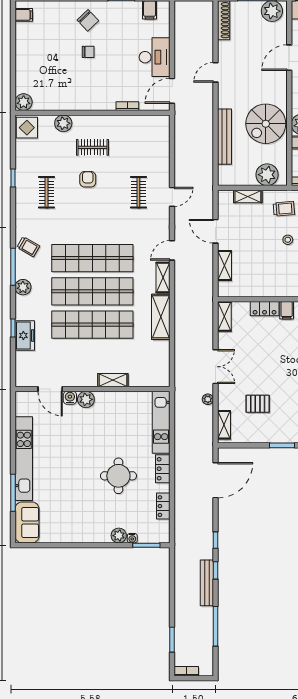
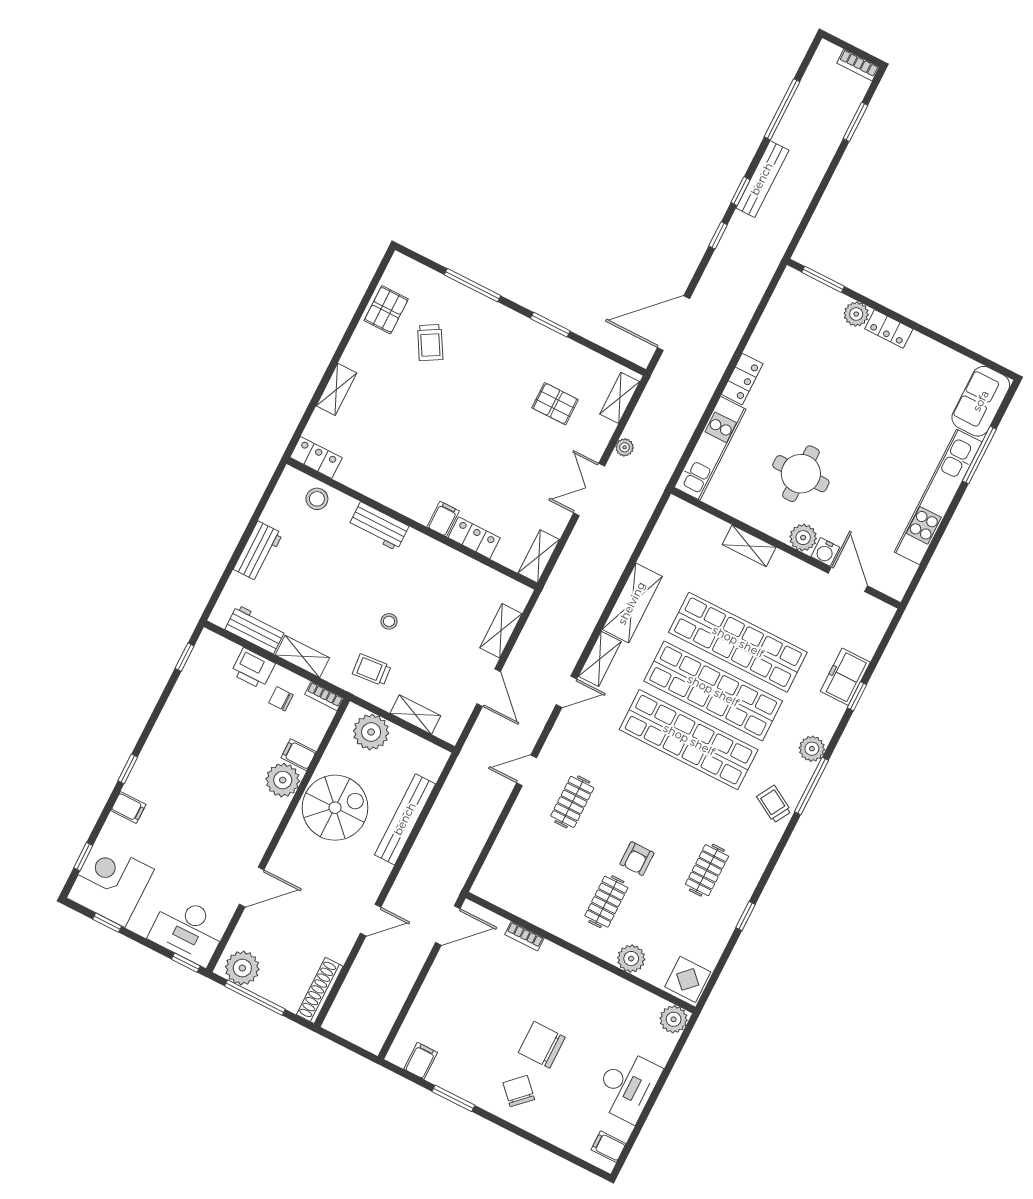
chair: (88, 52) -> (542, 1045), width x1.87, depth x1.87
desk: (155, 57) -> (627, 1086), moved, turned 180
clothes rail: (92, 147) -> (606, 902), turned 90
round table: (118, 476) -> (801, 474), moved
locker: (163, 506) -> (889, 329), moved, turned 90
water cooler: (132, 538) -> (838, 300), removed

